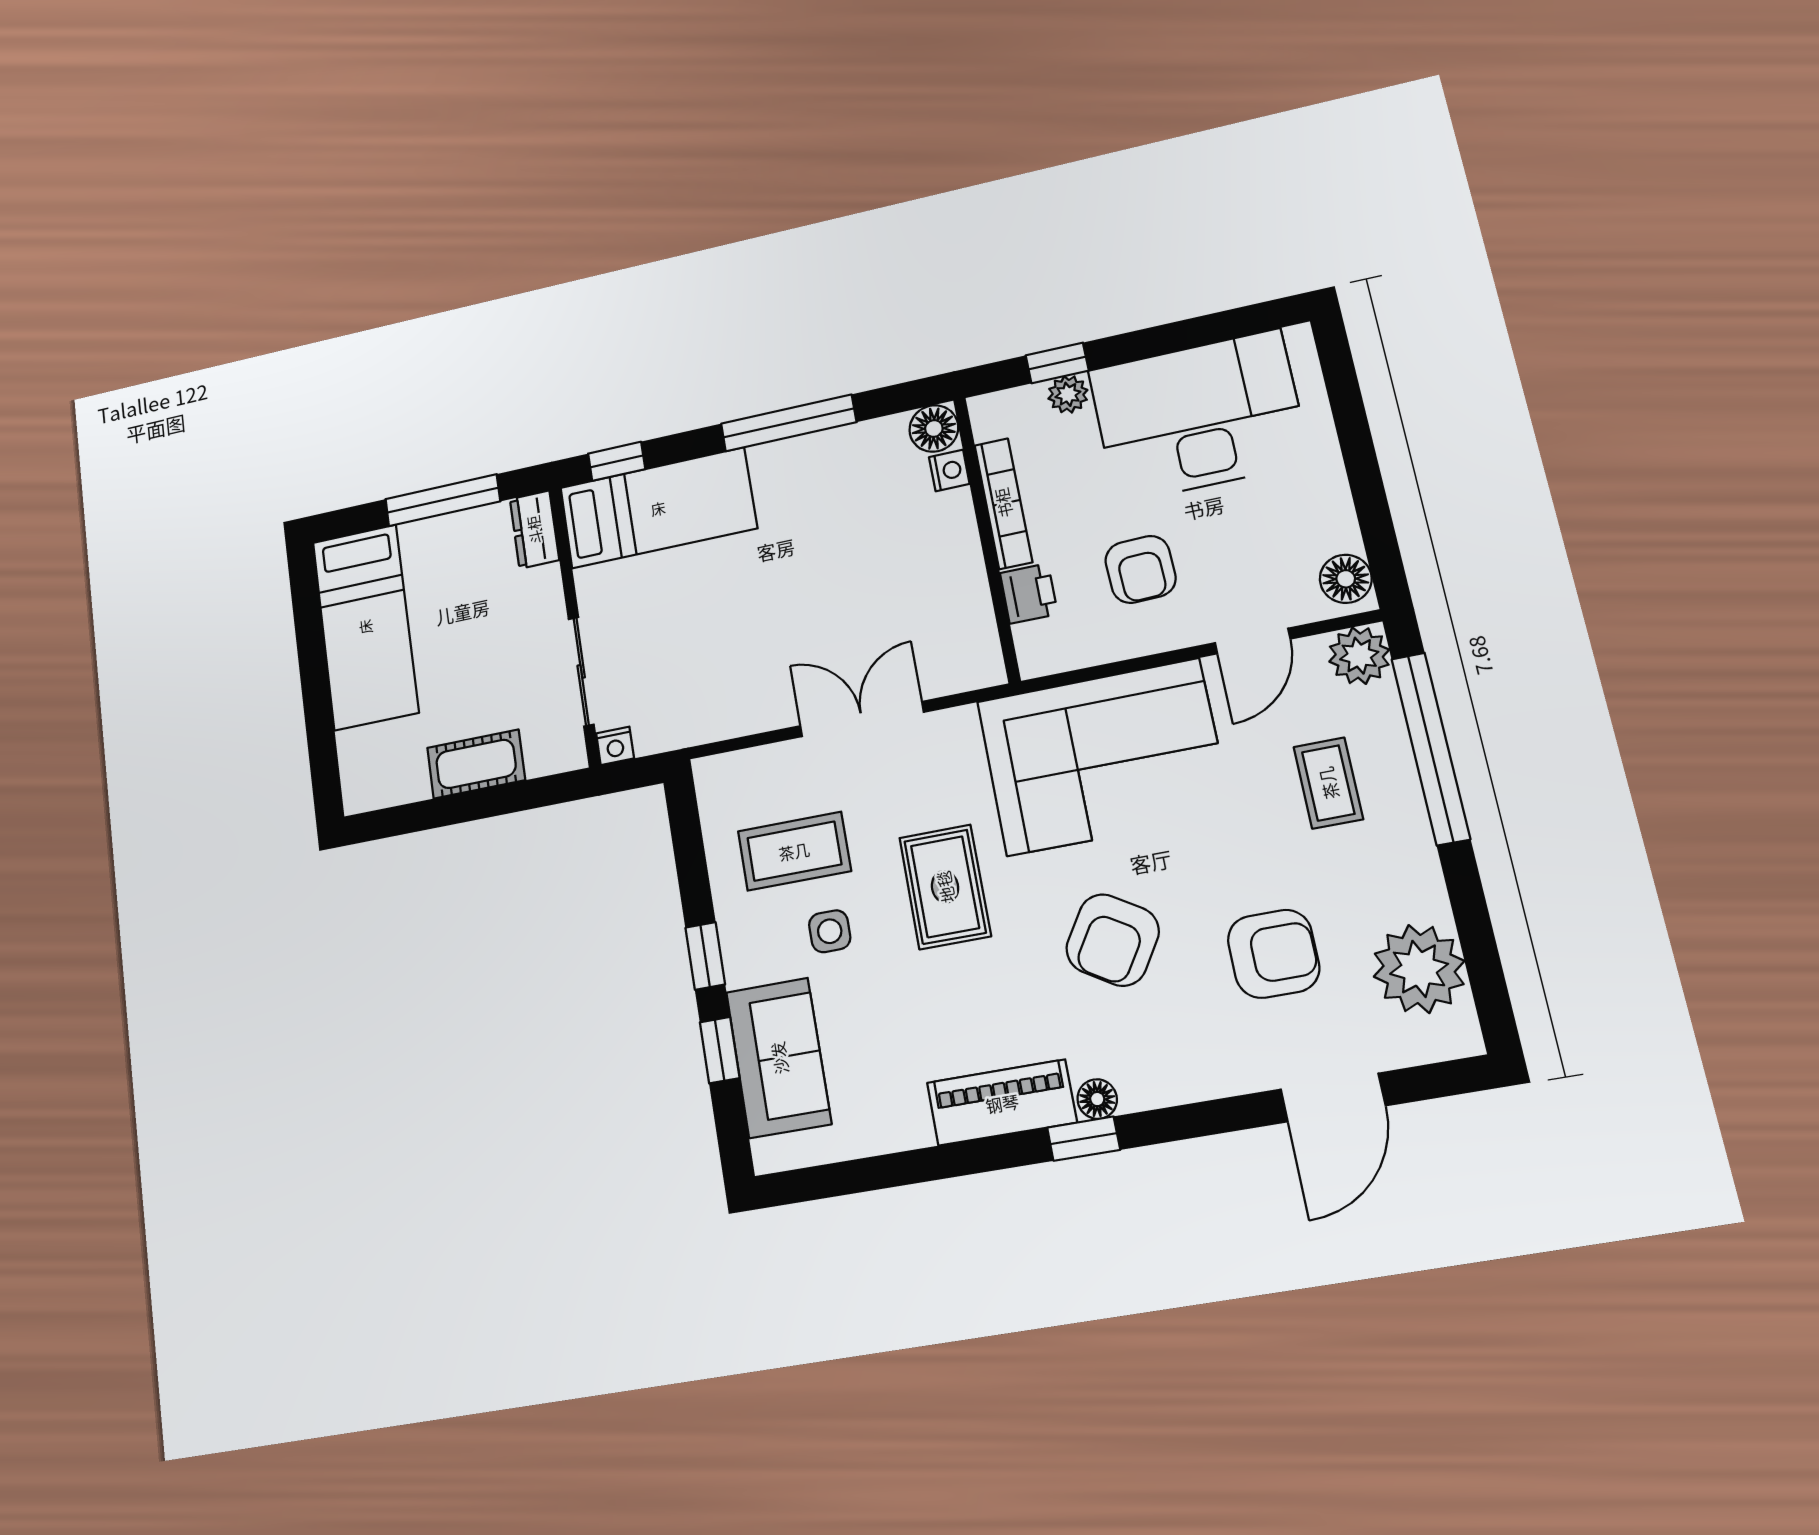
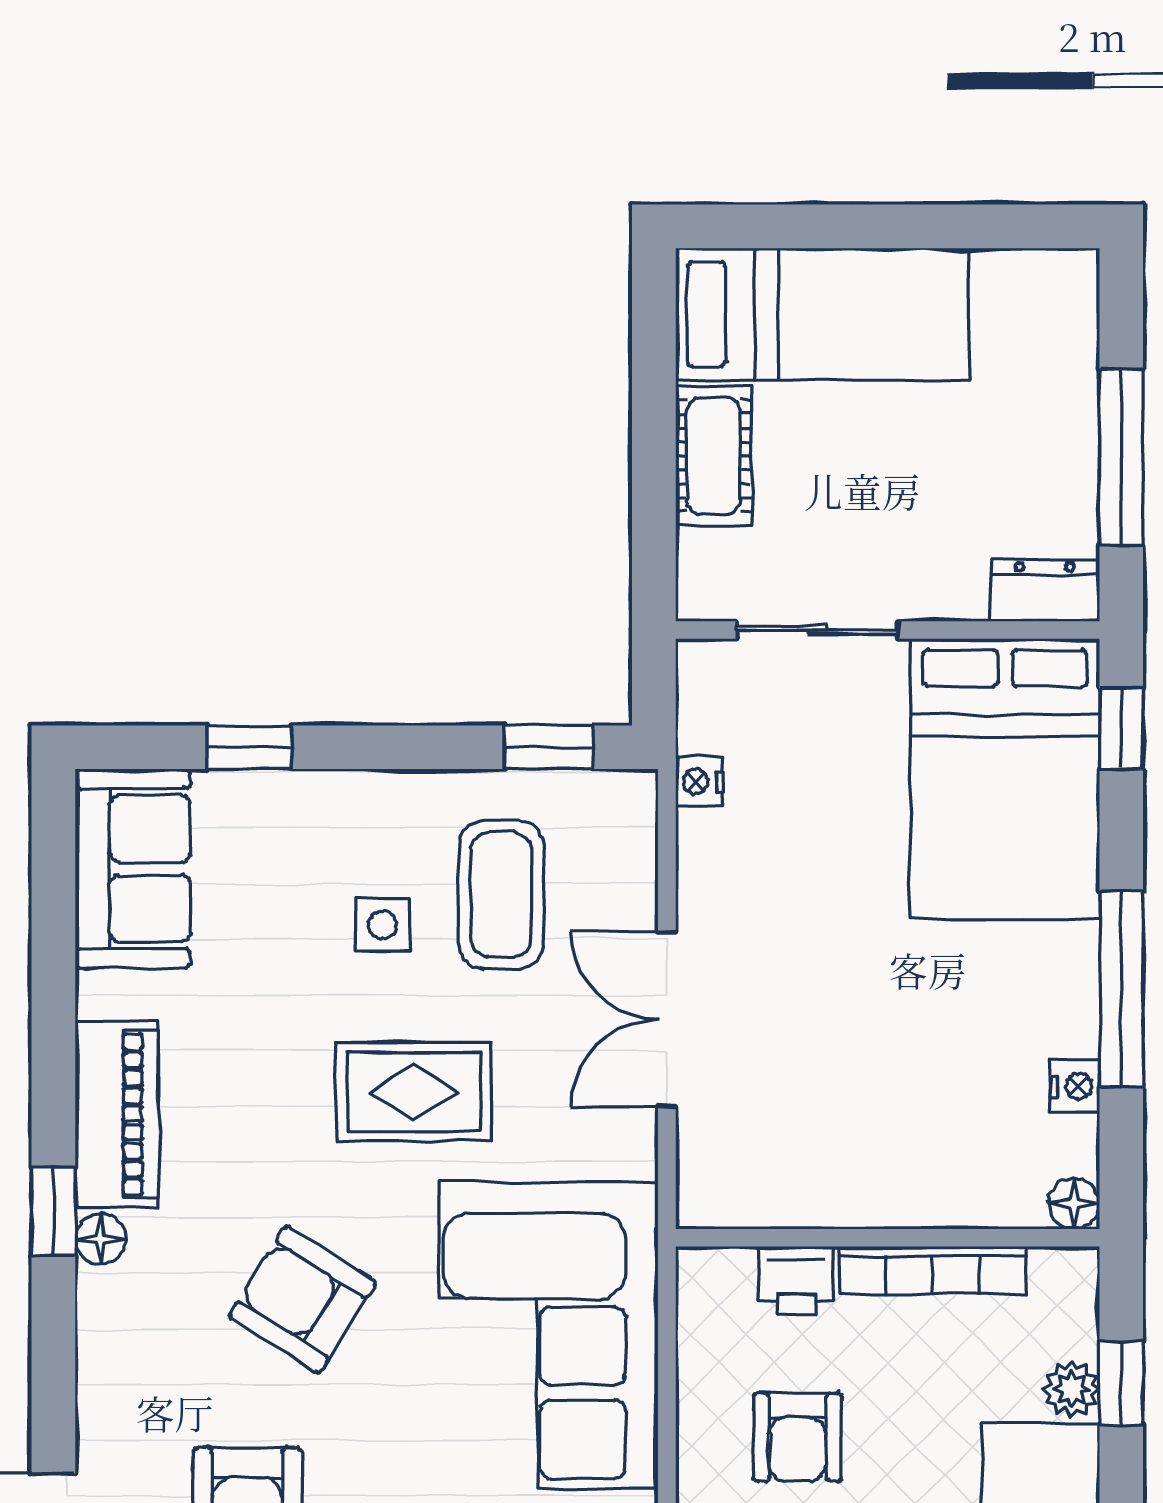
floor lamp: (934, 429) -> (1074, 1204), width x0.73, depth x0.73
nightstand: (949, 470) -> (1075, 1086), moved, turned -90
bed: (658, 508) -> (1005, 779), width x1.50
armchair: (1141, 569) -> (798, 1437), turned -88
bed: (365, 627) -> (822, 314), moved, turned 180
double door: (862, 719) -> (667, 1019), swing flipped
nightstand: (615, 746) -> (699, 781), moved
window: (705, 956) -> (548, 747), moved
sofa: (779, 1058) -> (133, 869), moved, turned -90

